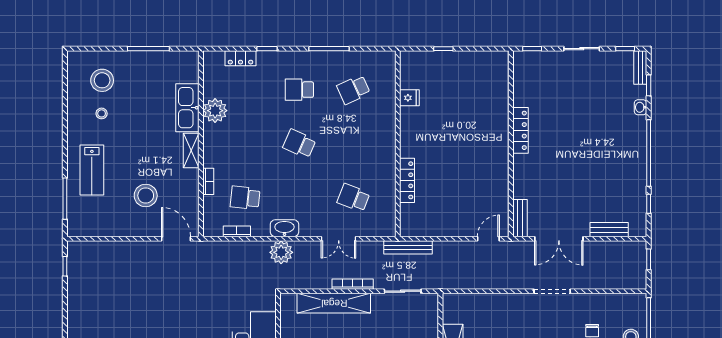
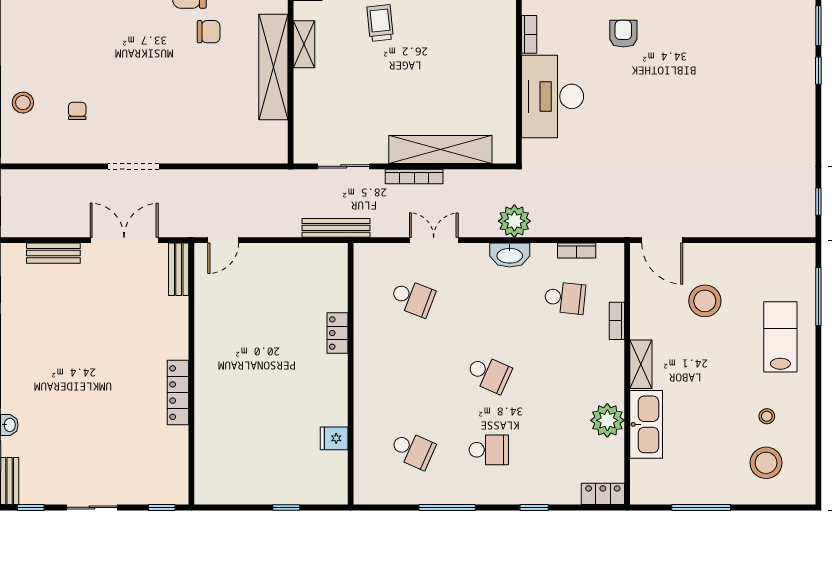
locker: (240, 58) -> (603, 494), moved
school desk: (353, 90) -> (413, 450), turned 48
locker: (407, 180) -> (337, 333), width x0.66

